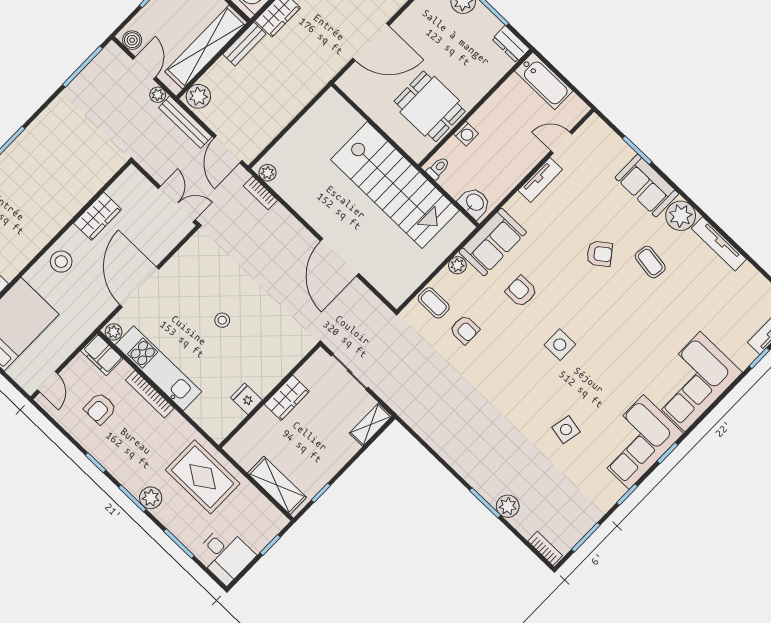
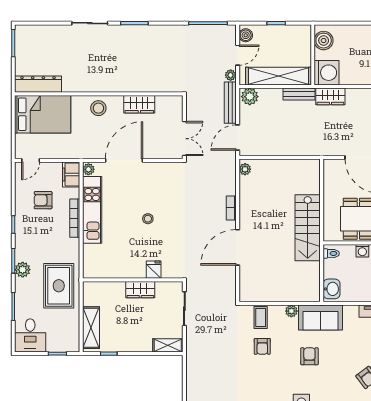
stairs: (395, 185) -> (308, 228), width x0.73, depth x0.66
bookcase: (260, 193) -> (231, 208), moved
fridge: (246, 399) -> (154, 270), moved

